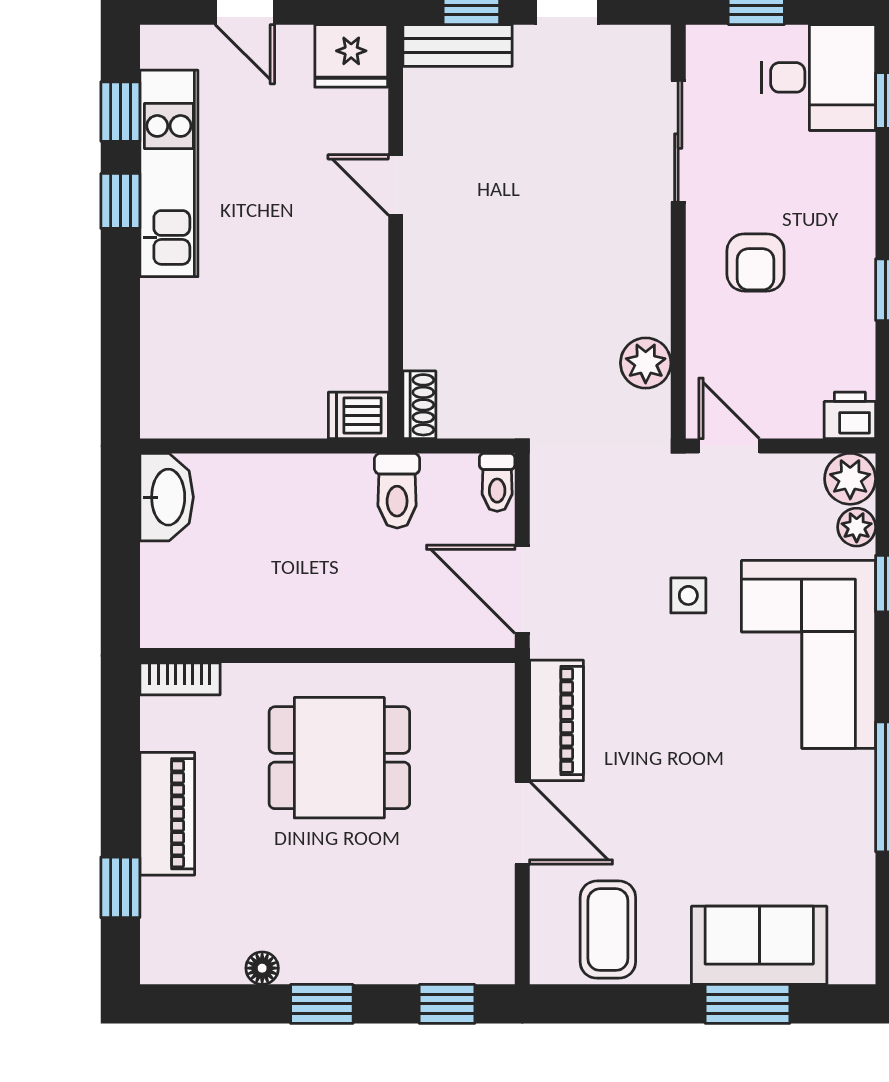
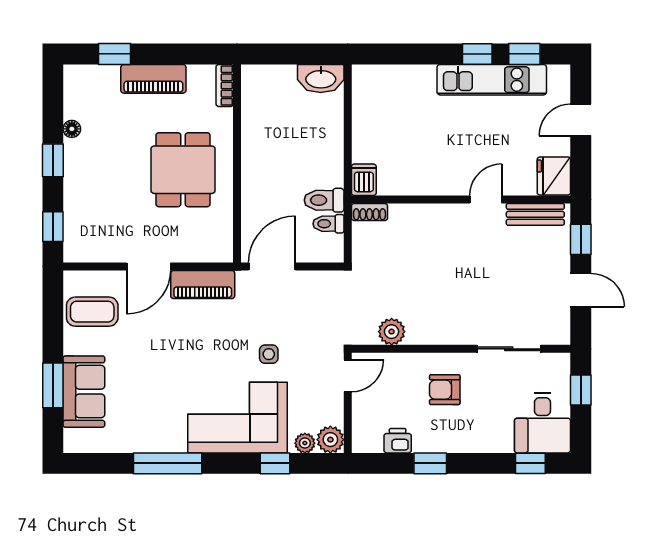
bench: (458, 45) -> (535, 214), moved, turned 90
printer: (850, 415) -> (398, 441), moved, turned -90
toilet: (497, 482) -> (328, 224), moved

